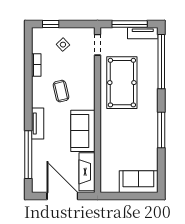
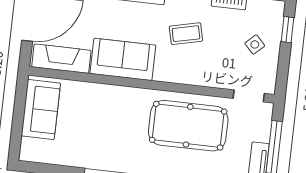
sofa: (138, 182) -> (41, 109), moved

